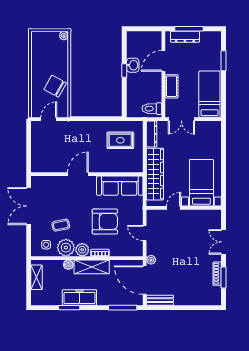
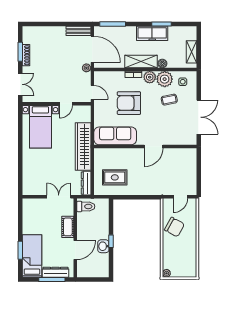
bed: (209, 94) -> (32, 256), moved, turned 180
bed with nightstands: (201, 183) -> (40, 127), moved
door: (174, 208) -> (66, 104), moved
wall: (184, 208) -> (57, 104), moved

